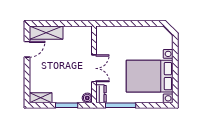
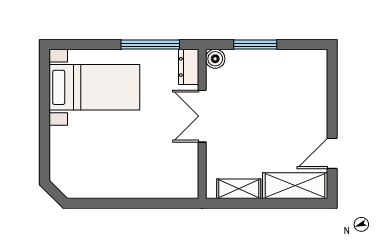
bed with nightstands: (150, 76) -> (94, 87), width x0.73
shelving: (41, 98) -> (239, 189), moved

